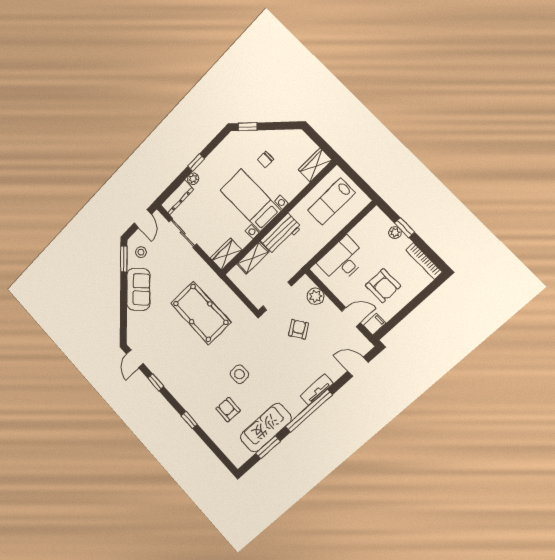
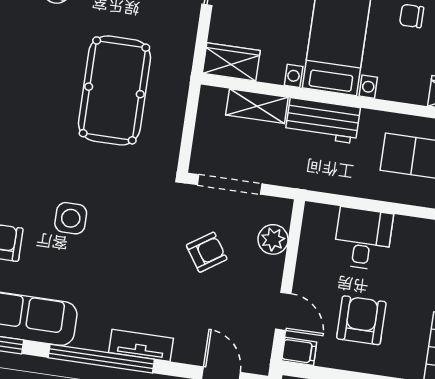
desk: (342, 260) -> (363, 239), width x0.73
armchair: (383, 286) -> (361, 320), turned 180

